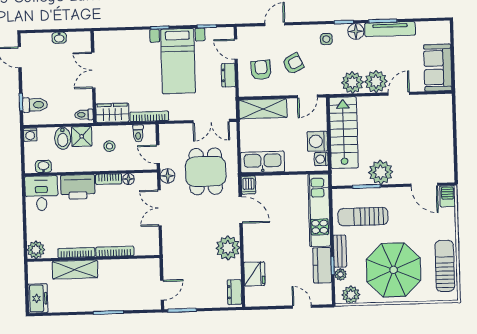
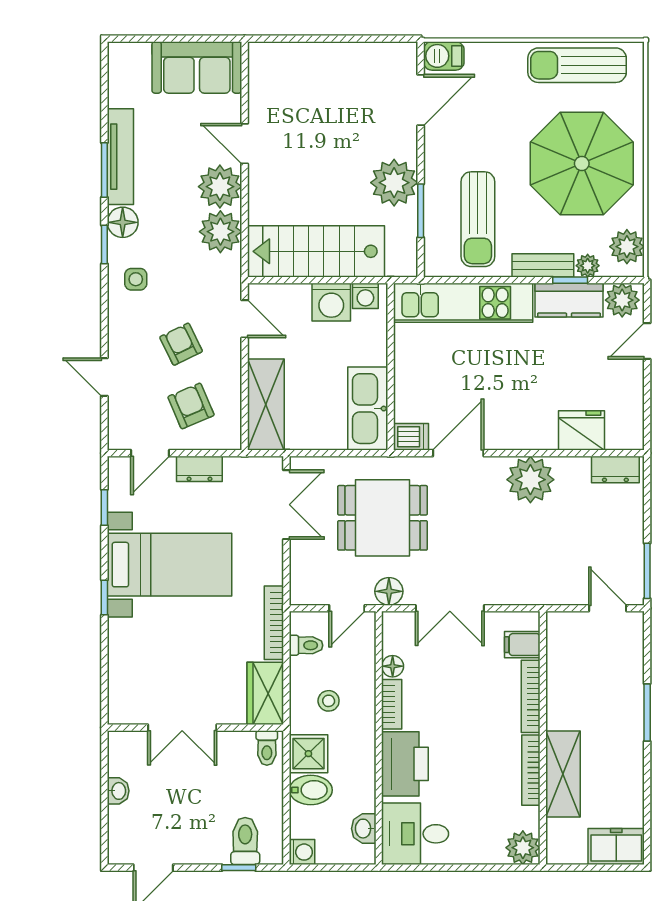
armchair: (261, 70) -> (191, 406), turned 70
filing cabinet: (142, 246) -> (522, 645), added
plant: (323, 293) -> (622, 300), added

